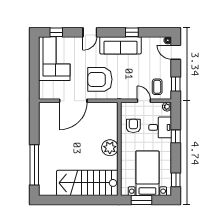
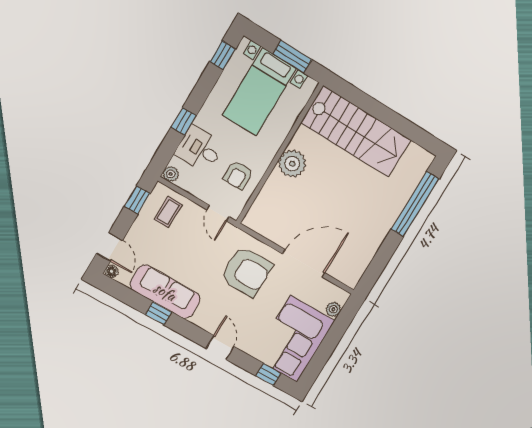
door: (90, 32) -> (220, 348), hinge flipped
sofa: (120, 45) -> (165, 292), moved
plant: (43, 86) -> (333, 309), added
door: (144, 101) -> (218, 213), moved

